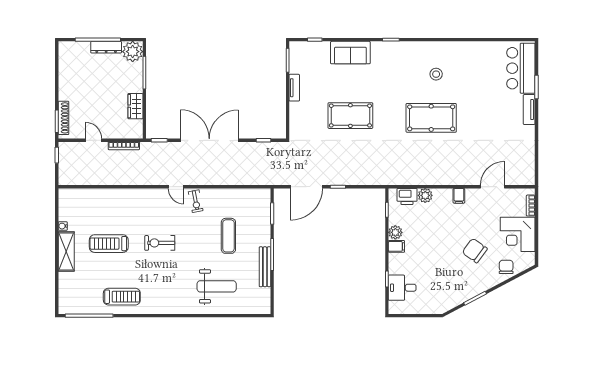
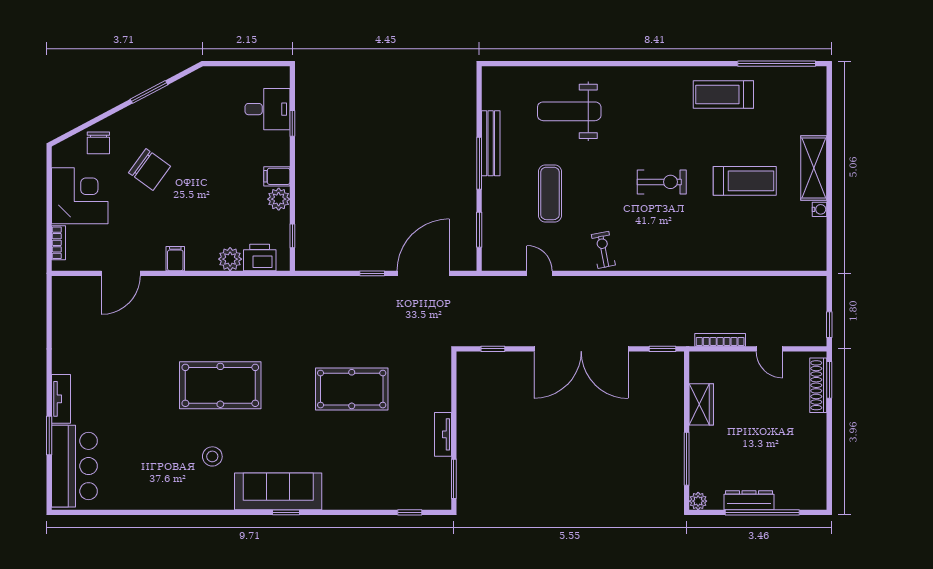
plant: (133, 52) -> (698, 501), width x0.53, depth x0.53
sofa: (350, 53) -> (278, 491), moved, width x1.36
door: (176, 187) -> (539, 273), moved

